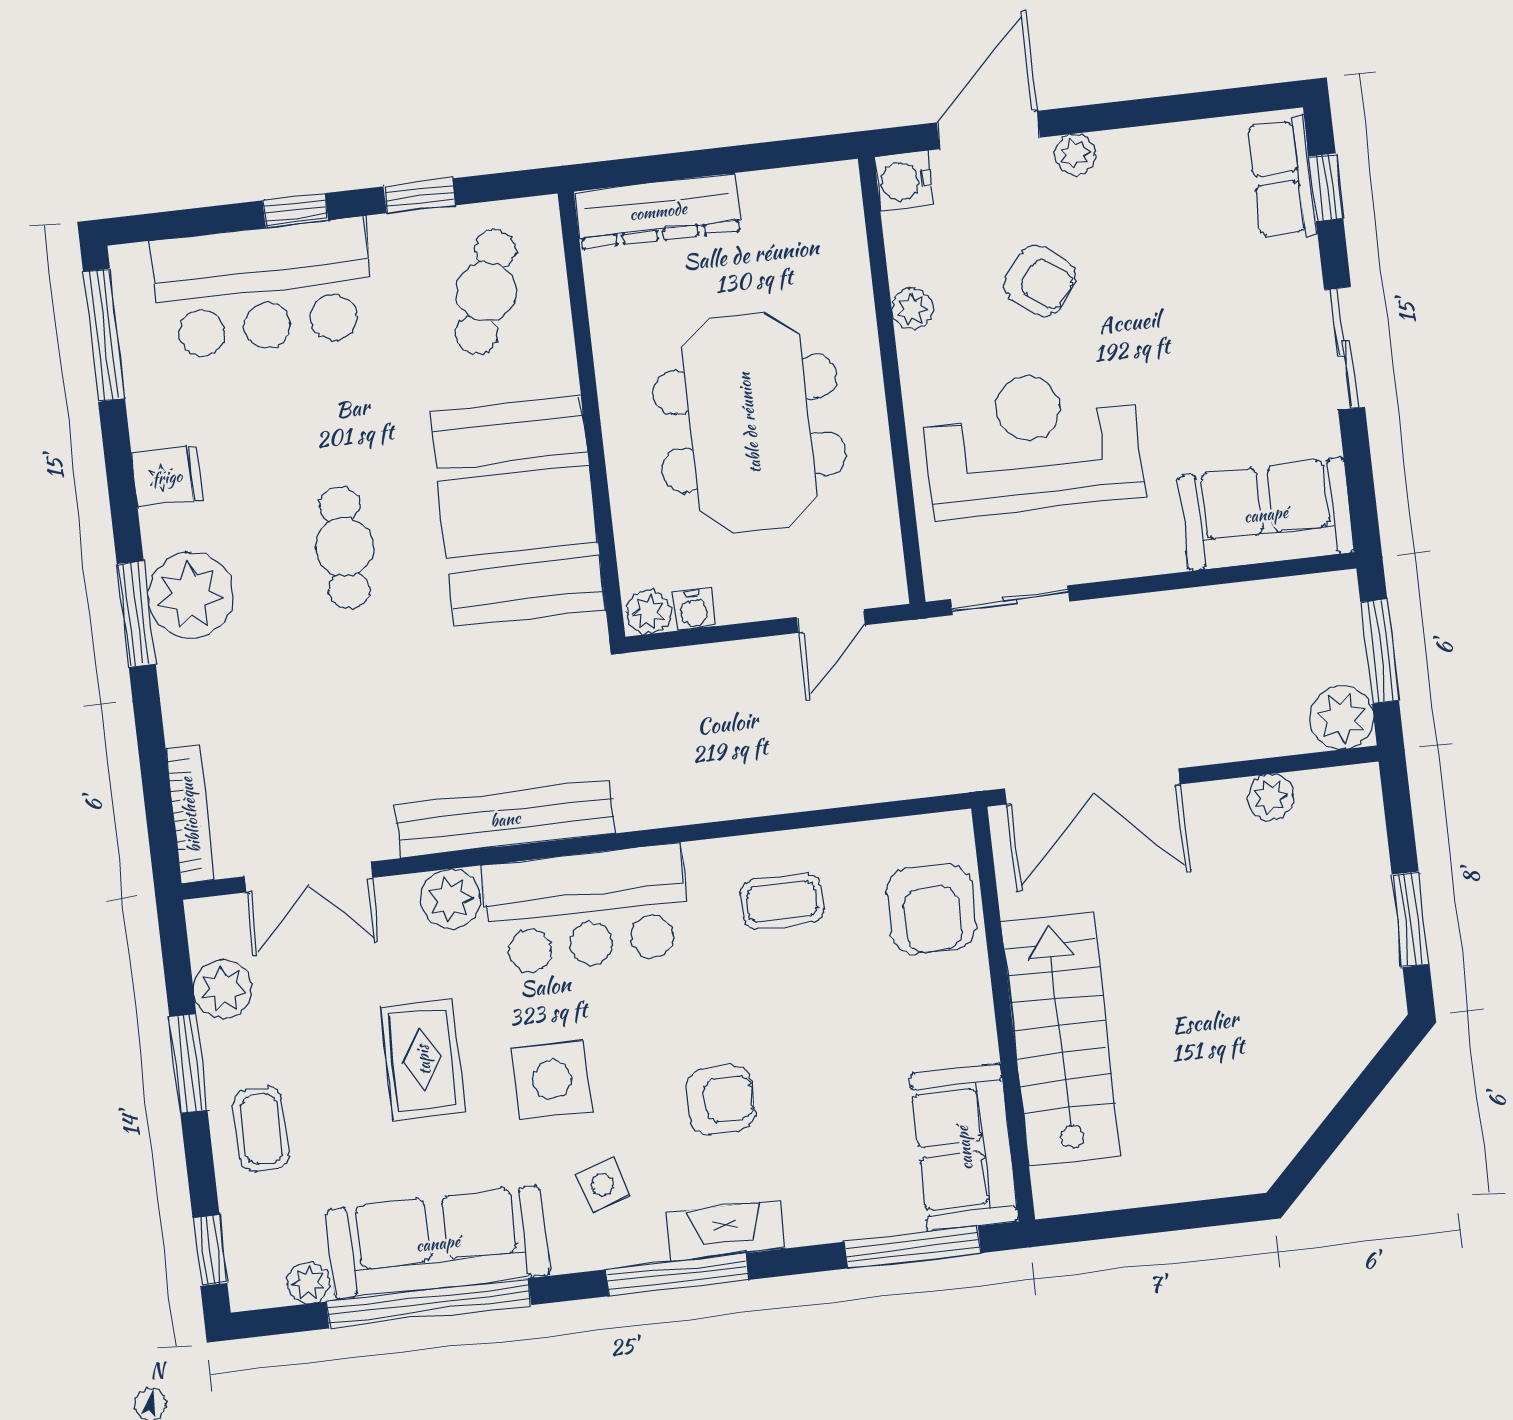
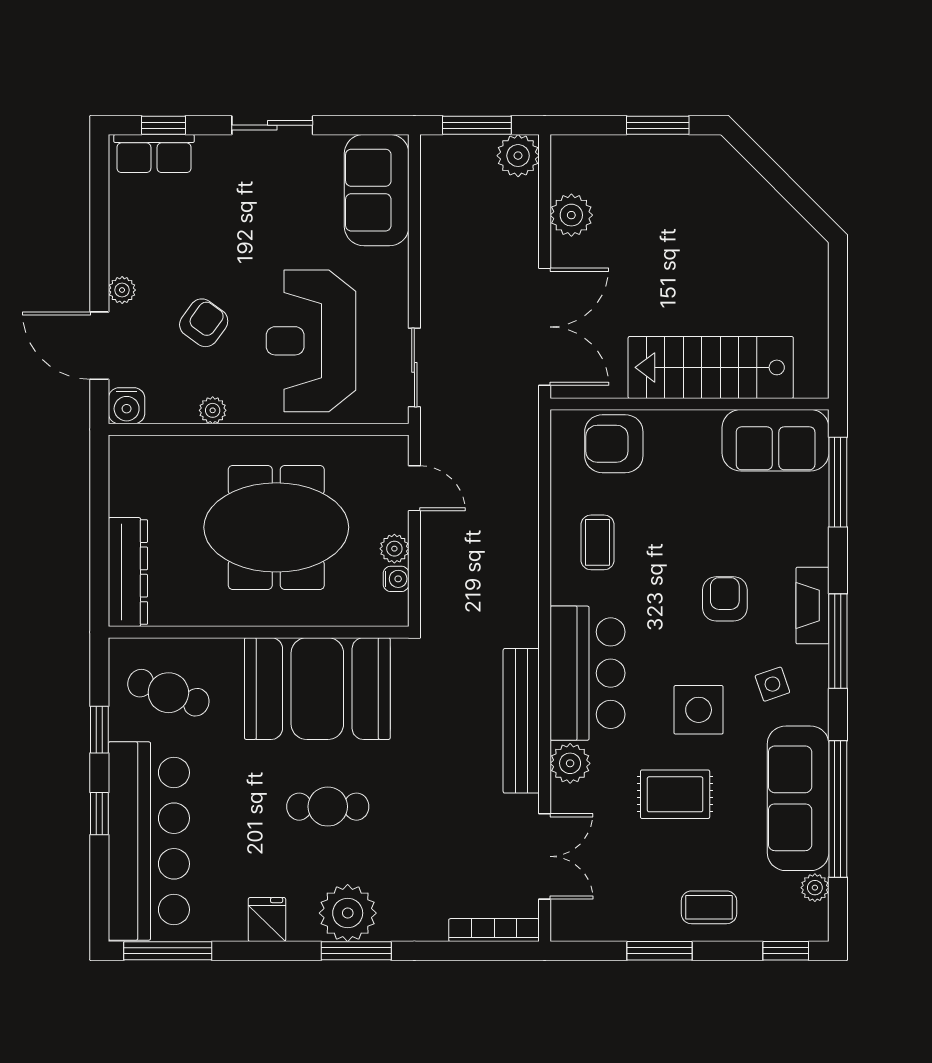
bar counter: (263, 288) -> (149, 841), width x1.36
plant: (649, 612) -> (394, 549), moved
plant: (1270, 797) -> (571, 215), width x1.38, depth x1.38
armchair: (931, 909) -> (614, 444), turned 180
plant: (223, 989) -> (613, 922), removed

